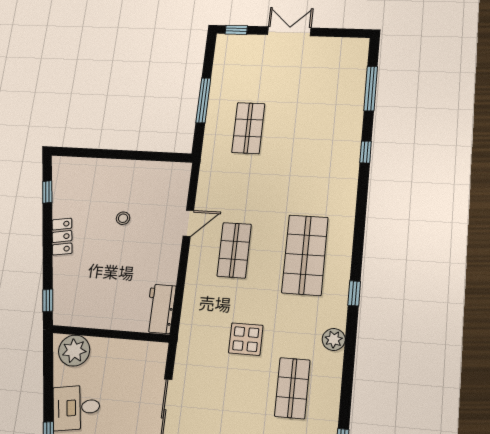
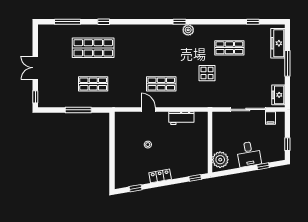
shop shelf: (305, 255) -> (93, 48), moved
workbench: (161, 309) -> (181, 118), moved
plant: (334, 339) -> (188, 30), moved

